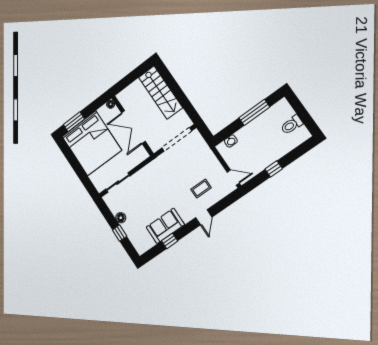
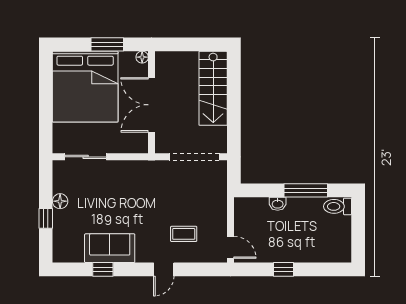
window: (74, 122) -> (107, 44), moved
toilet: (292, 125) -> (338, 206), moved
washbasin: (231, 141) -> (278, 204), moved

